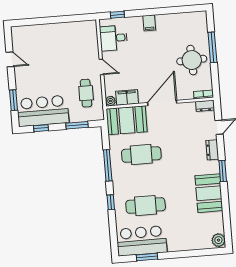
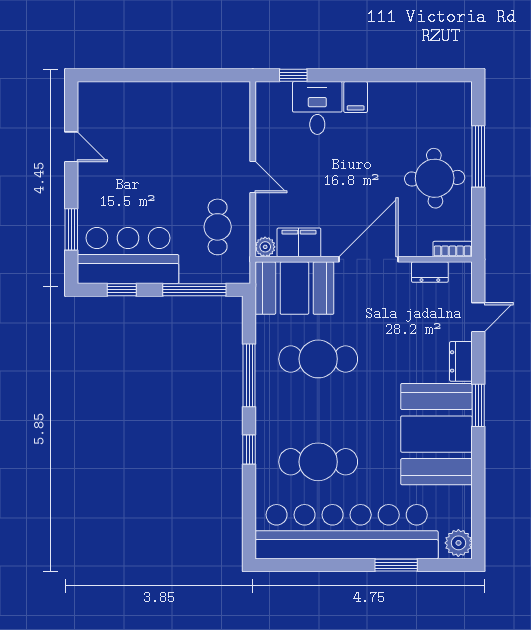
desk: (114, 38) -> (317, 108), moved, turned 90
dresser: (205, 106) -> (430, 272), moved
window: (77, 125) -> (194, 290), width x1.44
booth: (209, 193) -> (436, 434), width x1.36, depth x1.42
bar counter: (142, 241) -> (347, 532), width x1.86
window: (147, 257) -> (396, 565), moved

